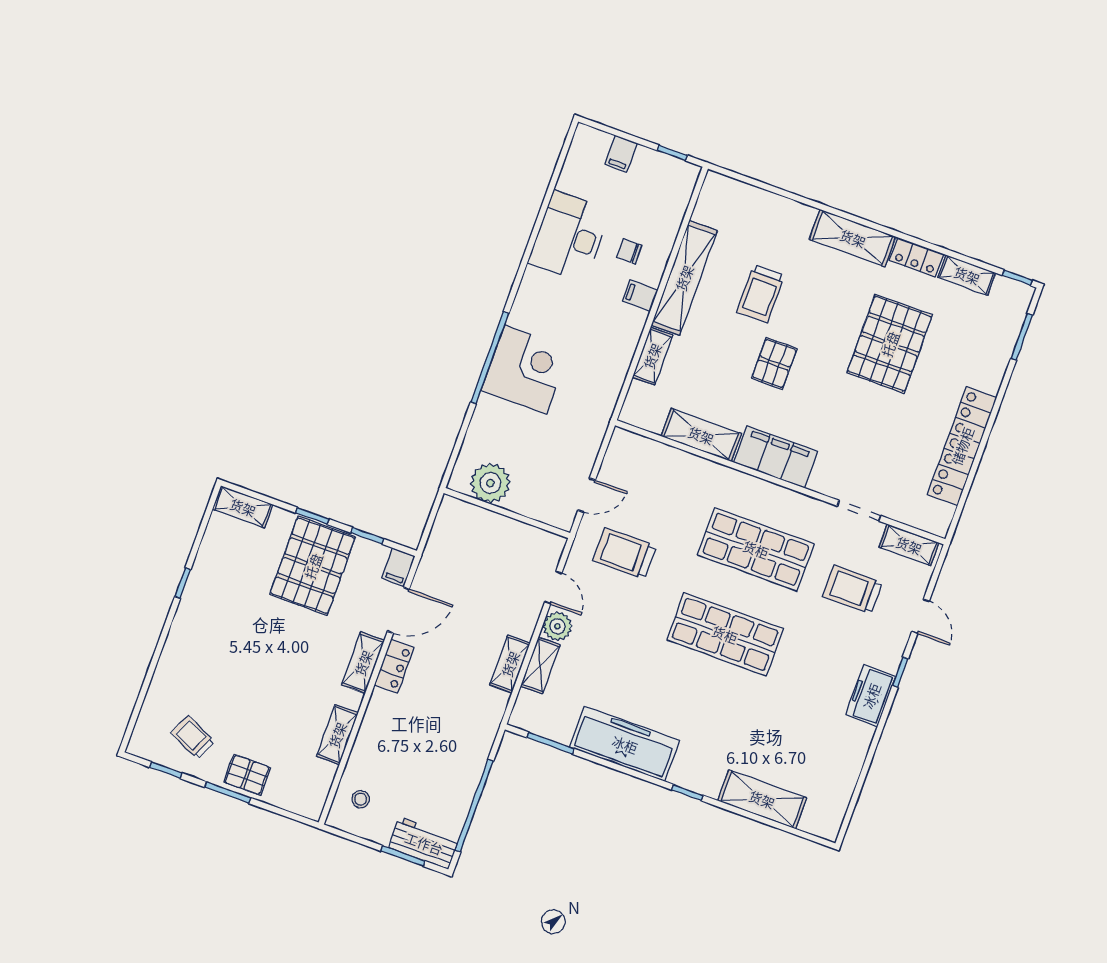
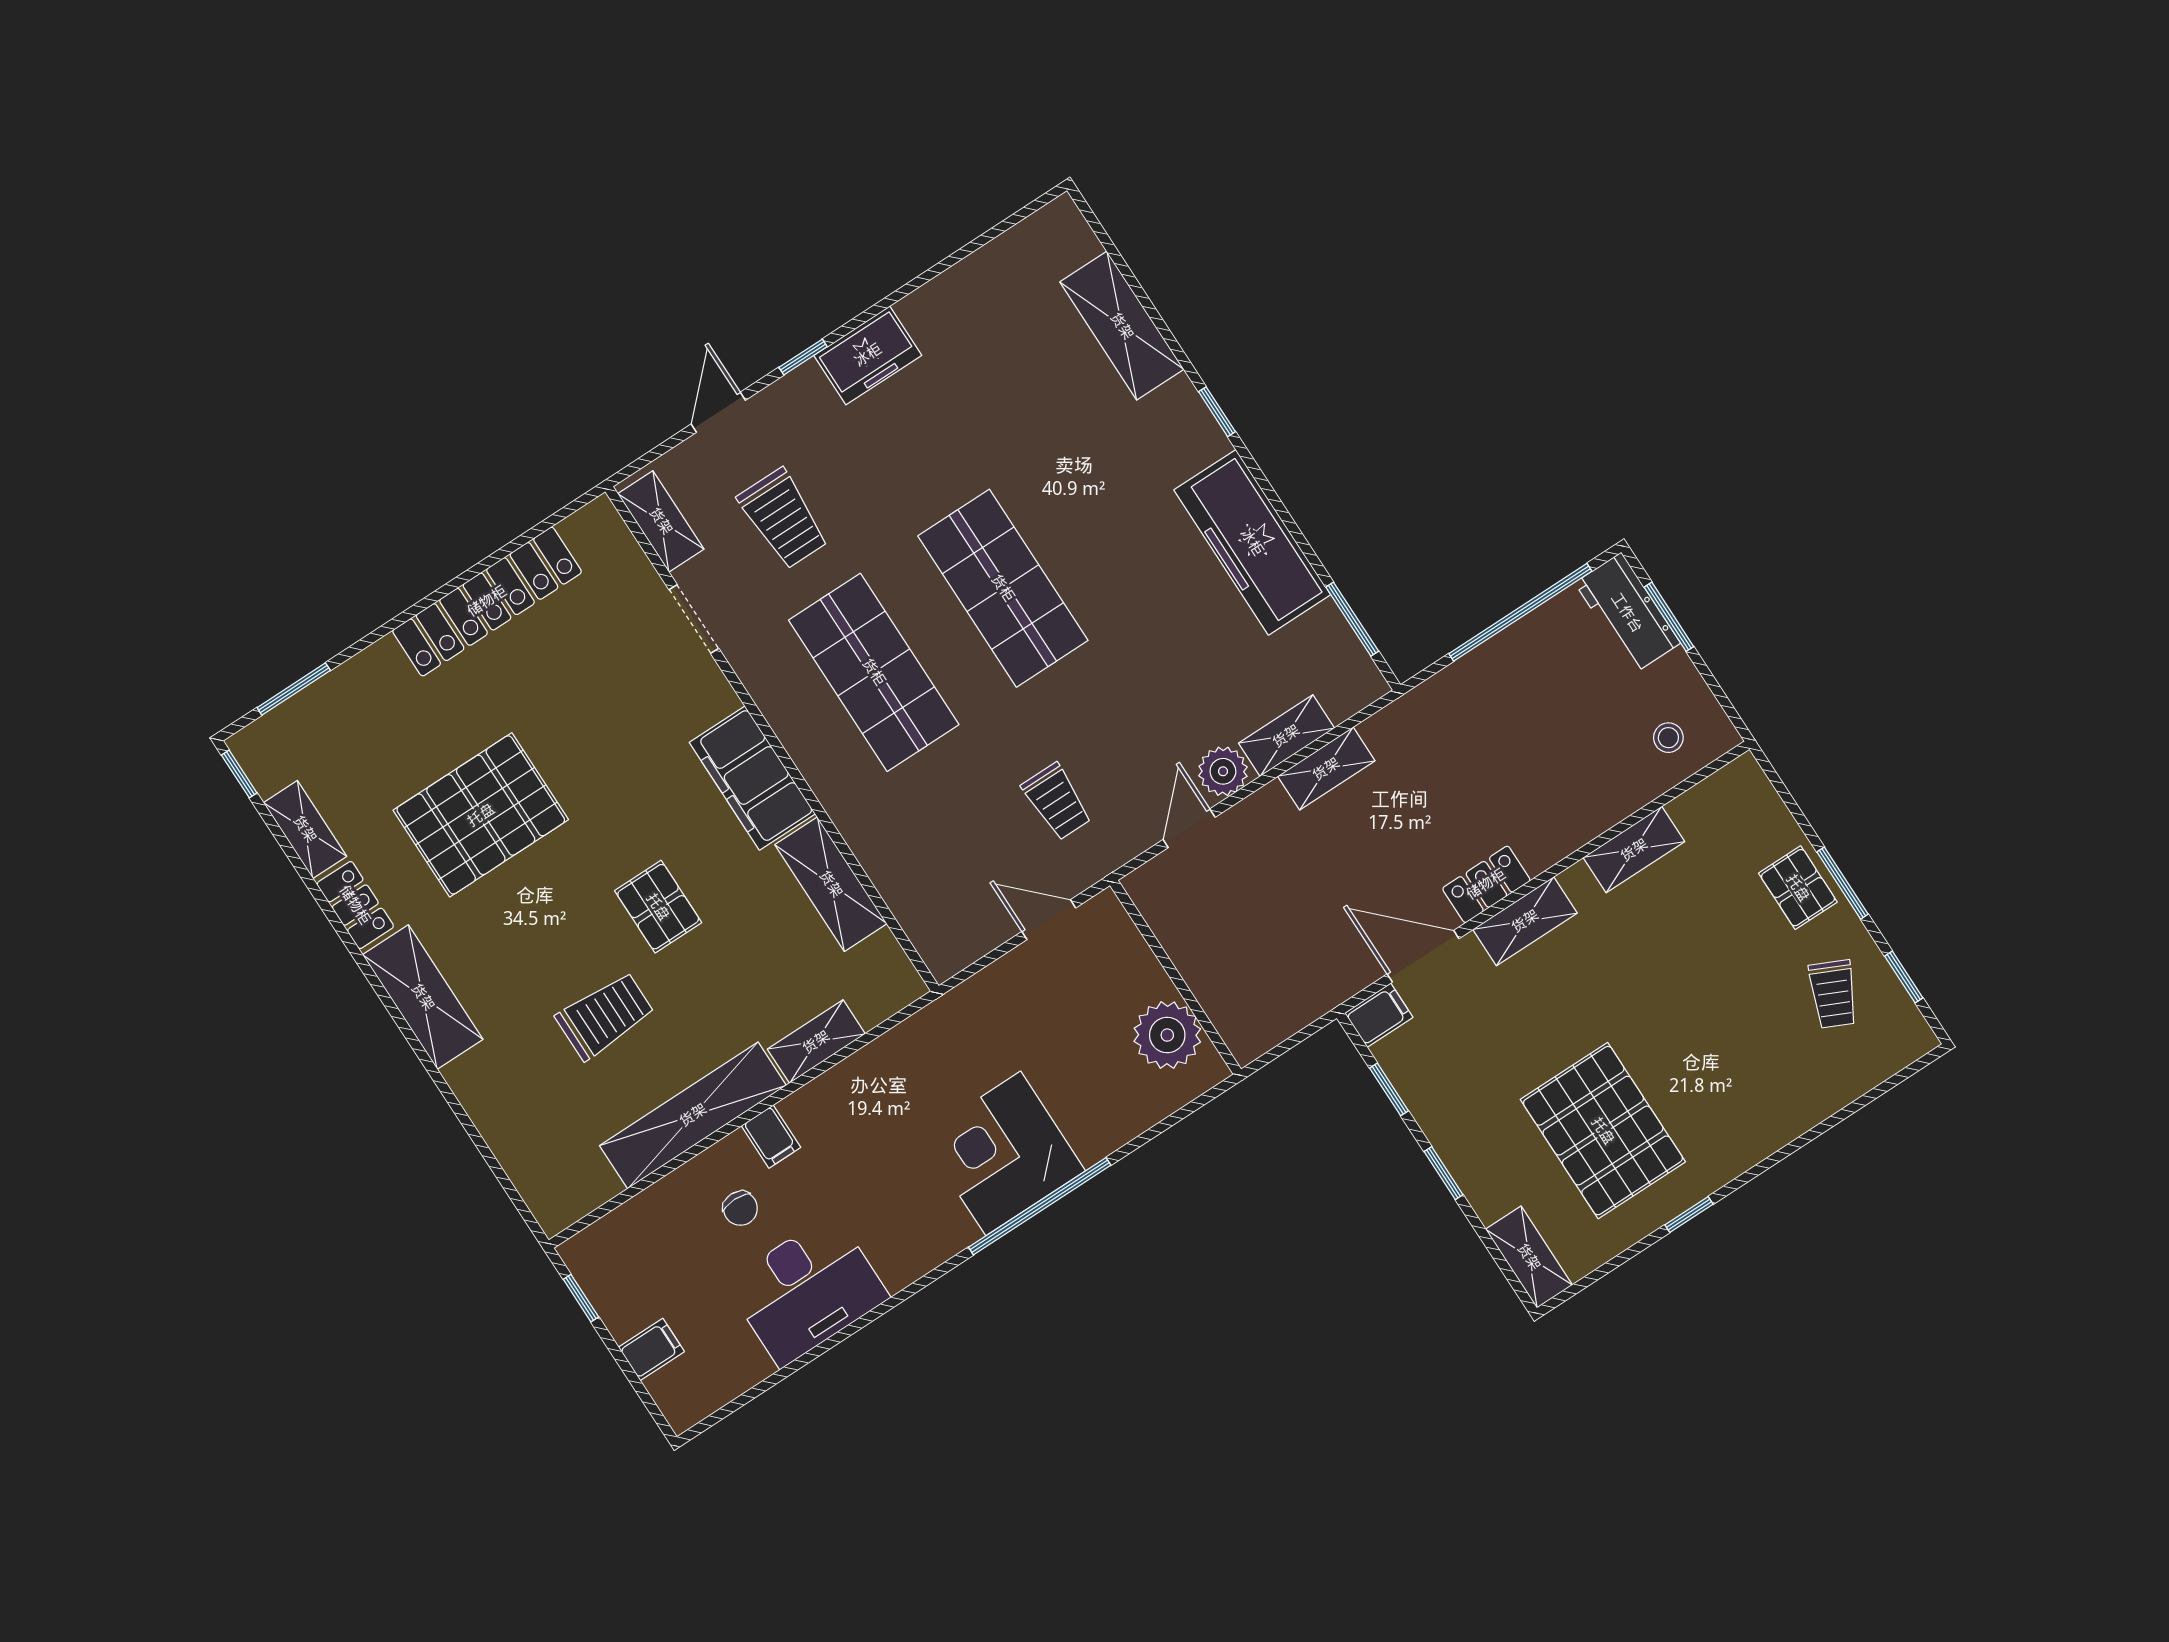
pallet: (774, 363) -> (658, 907), turned 90
trolley: (625, 553) -> (1057, 802), width x0.73, depth x0.72
pallet: (313, 566) -> (1603, 1131), moved, turned 90

